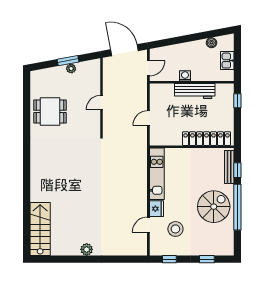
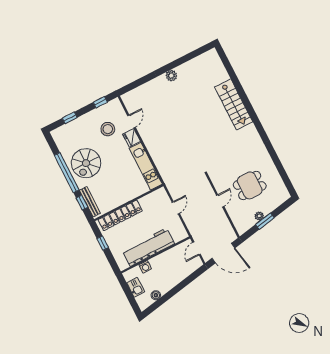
washing machine: (185, 76) -> (145, 267), moved
workbench: (195, 91) -> (148, 247), width x1.36, depth x1.32
window: (237, 101) -> (103, 243), moved
dining table: (50, 111) -> (250, 185), moved
stairs: (40, 229) -> (234, 104), moved

